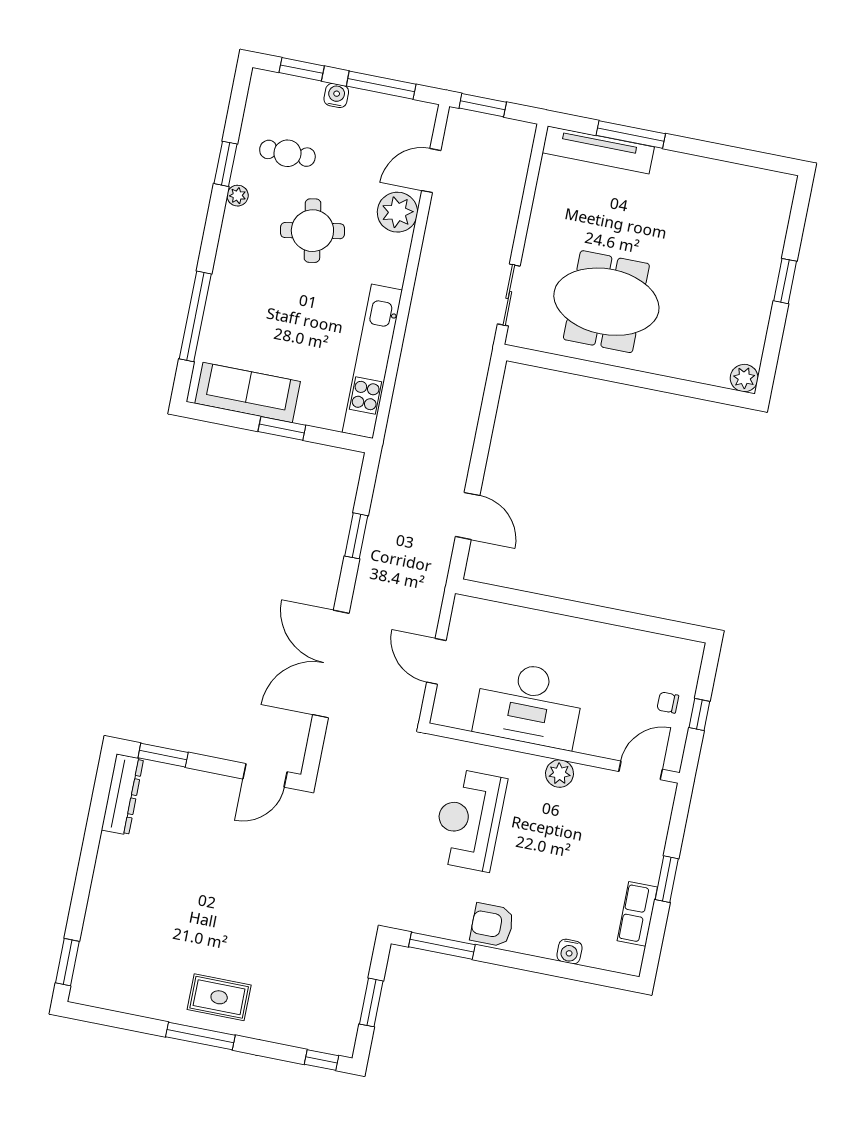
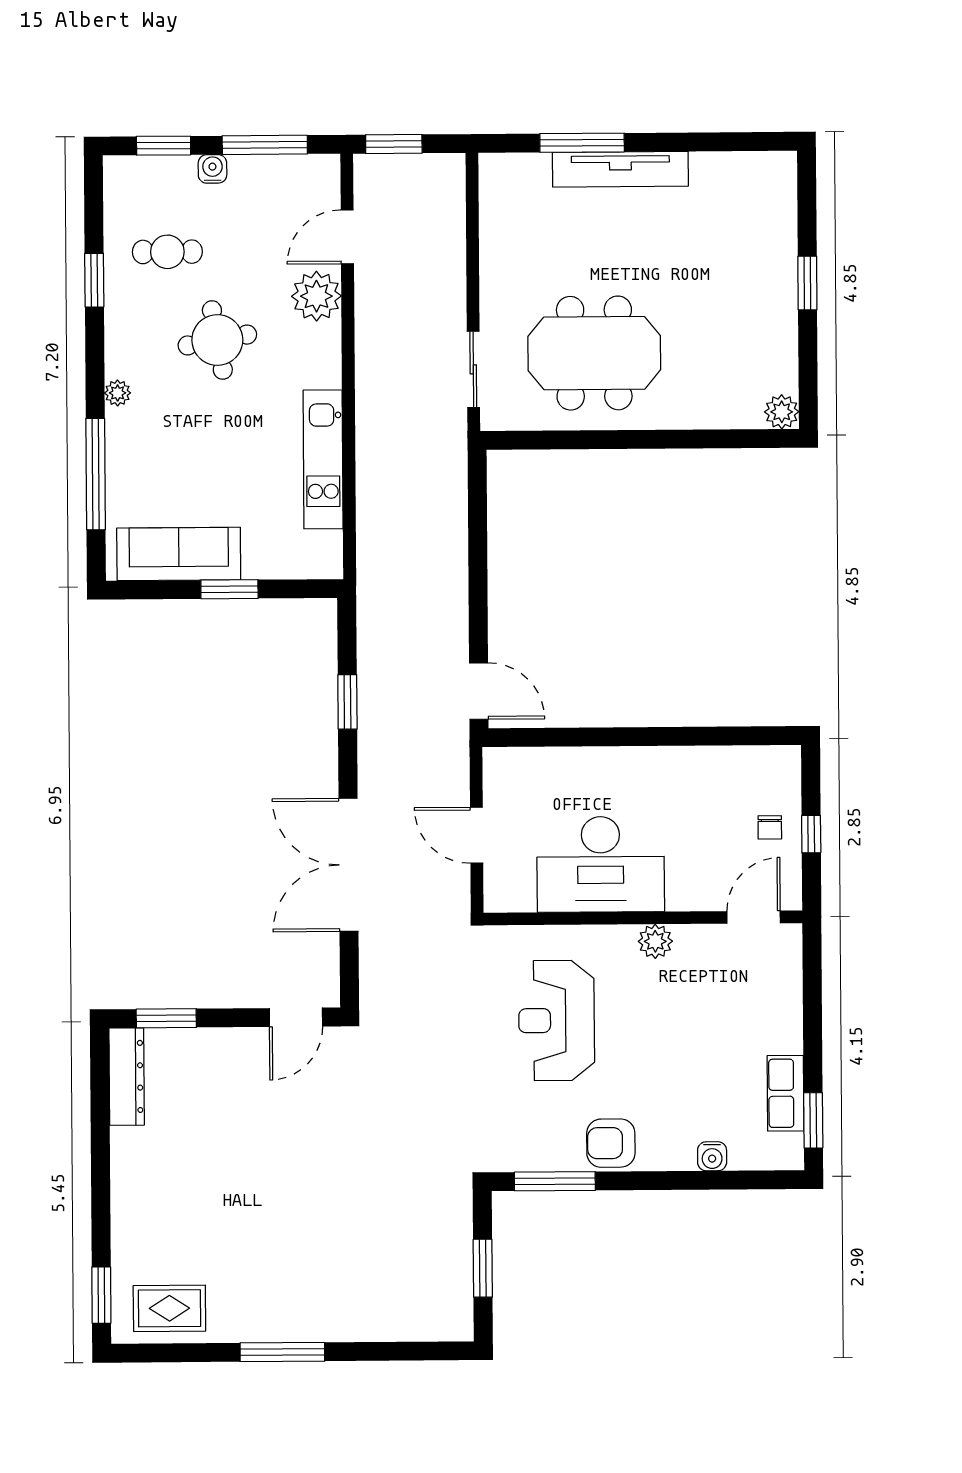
tv unit: (598, 150) -> (620, 169), moved
plant: (238, 196) -> (118, 393), moved
kitchen unit: (372, 361) -> (323, 459), width x0.73
door: (468, 516) -> (479, 691), moved
chair: (668, 703) -> (770, 827), turned -90
window: (667, 879) -> (813, 1120), moved
rug: (219, 997) -> (169, 1308), moved
window: (321, 1060) -> (436, 1351), removed

